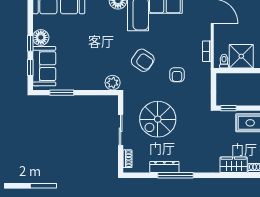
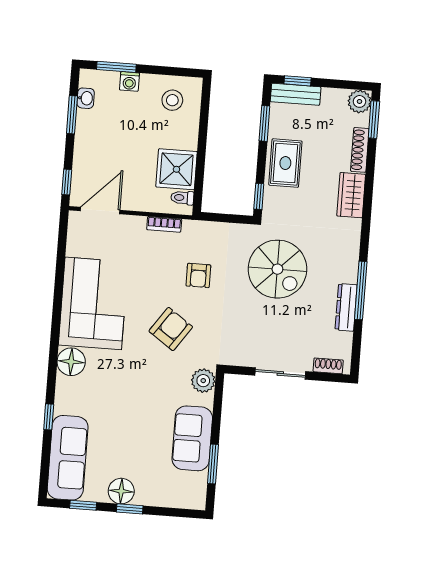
sofa: (44, 66) -> (192, 438), moved, turned -90
window: (30, 67) -> (83, 505), moved
armchair: (177, 75) -> (198, 275), turned 90
spiral stairs: (158, 119) -> (277, 269), moved

